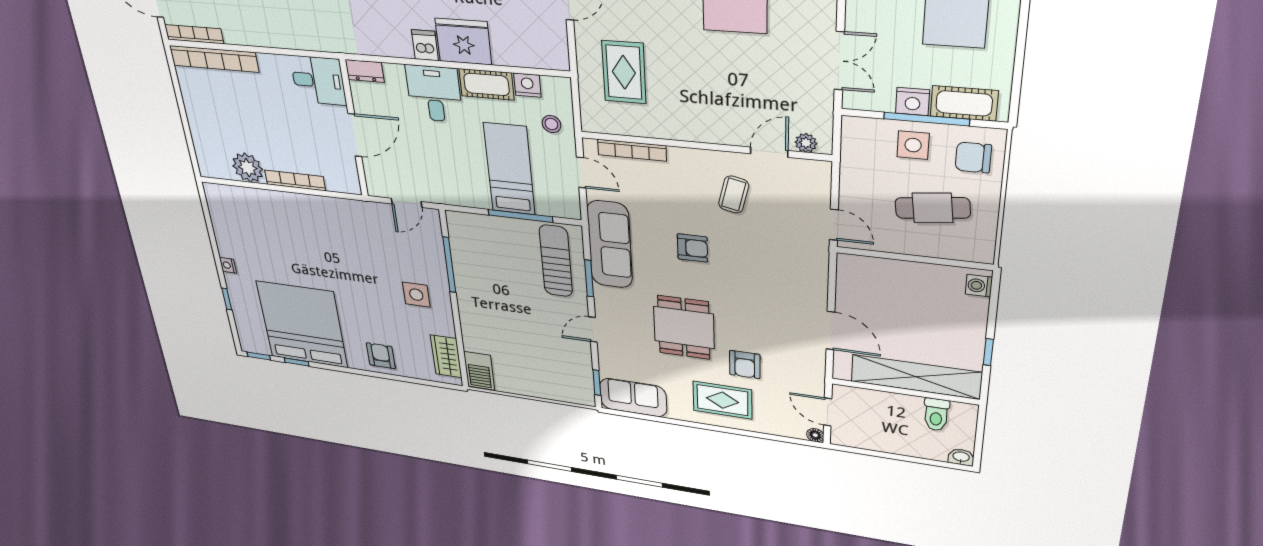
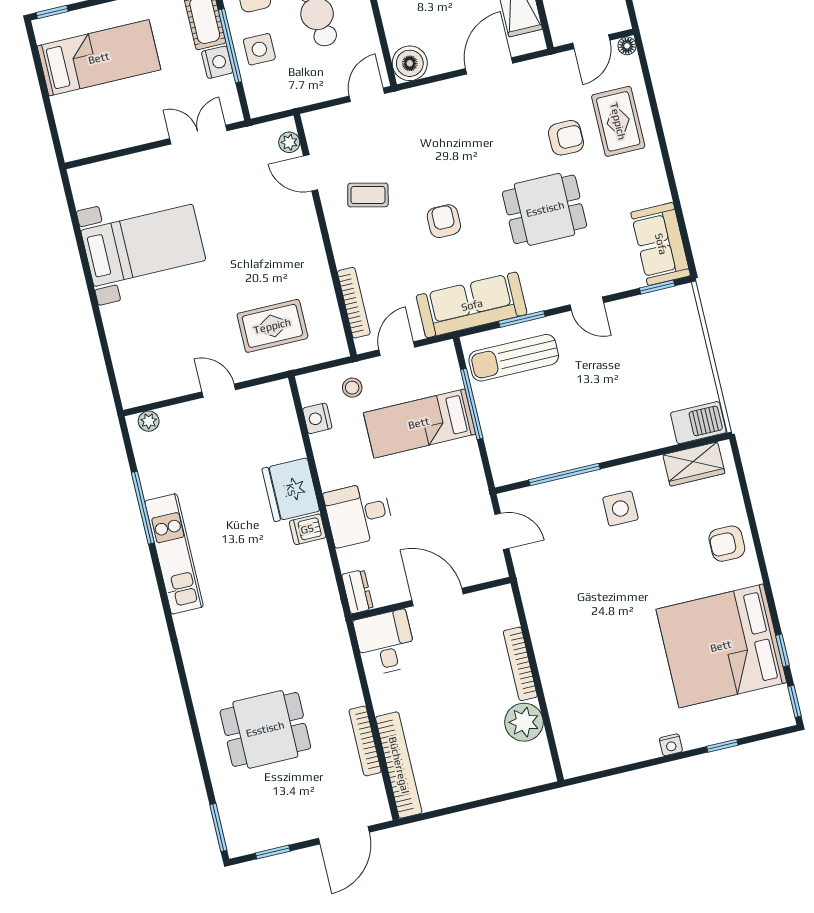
bookcase: (194, 34) -> (365, 741), moved
cot: (486, 84) -> (330, 460), removed
boiler: (854, 270) -> (410, 63), added
rug: (722, 400) -> (618, 121), moved

